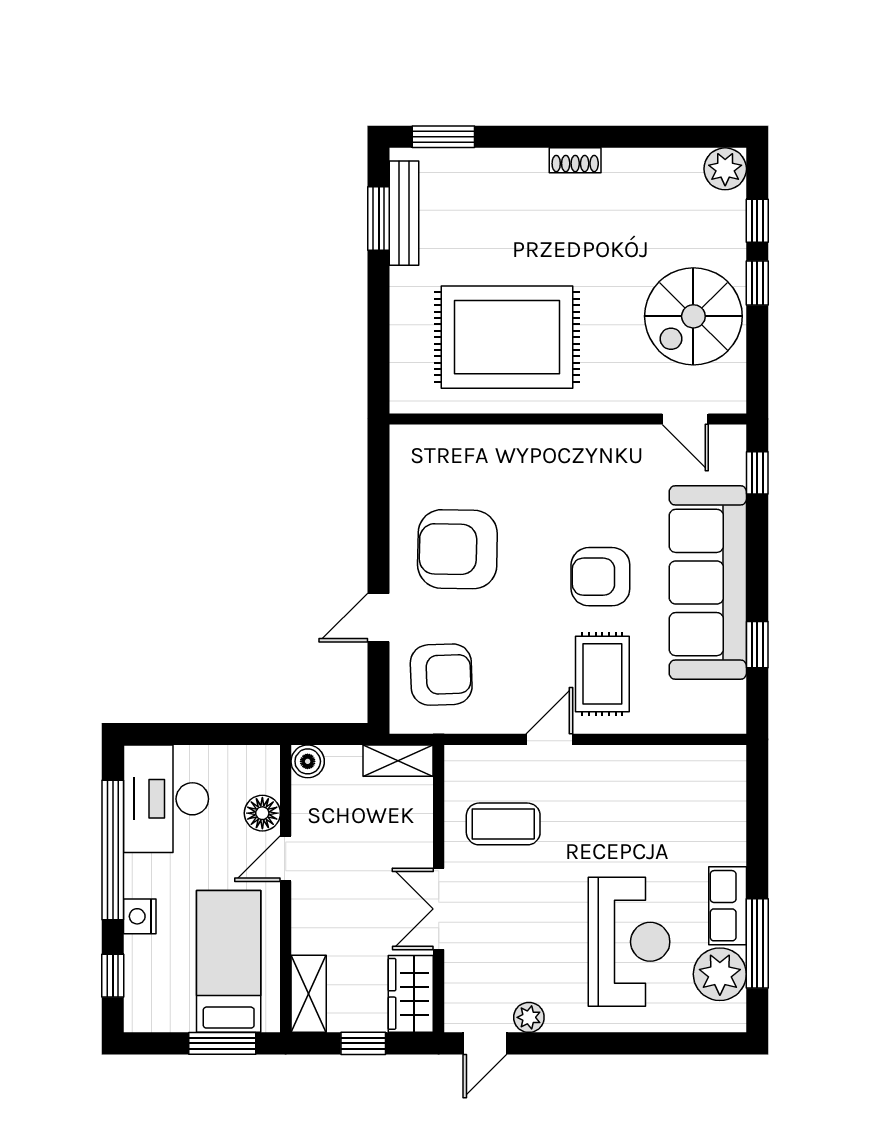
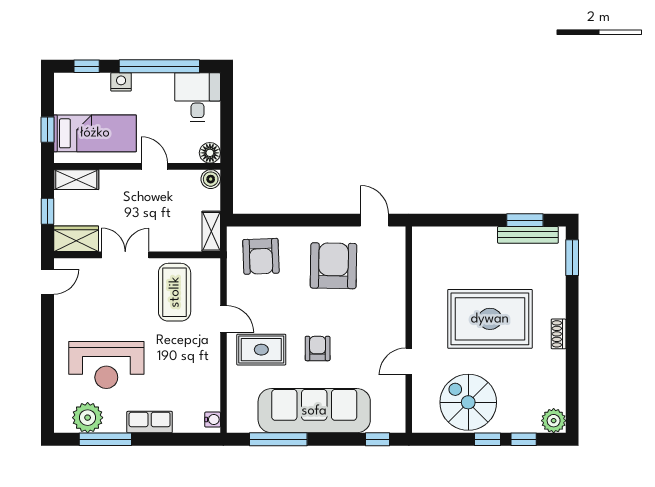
rug: (507, 337) -> (490, 319), moved, turned 90
door: (685, 419) -> (409, 361), moved
armchair: (600, 577) -> (318, 348), width x0.72, depth x0.72
door: (379, 618) -> (375, 220), moved
window: (757, 645) -> (278, 439), width x2.17
water cooler: (723, 758) -> (213, 420), added
desk: (166, 799) -> (198, 97), width x0.73
floor lamp: (262, 813) -> (210, 153), moved
coffee table: (503, 824) -> (175, 292), width x1.36, depth x1.32
row of seats: (728, 906) -> (150, 422), moved
plant: (529, 1017) -> (63, 307), removed
window: (222, 1043) -> (47, 130), width x0.67
door: (485, 1043) -> (47, 282), swing flipped

